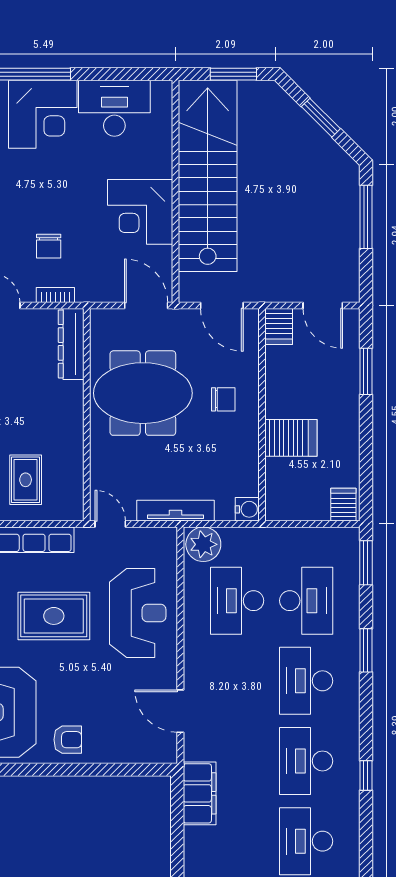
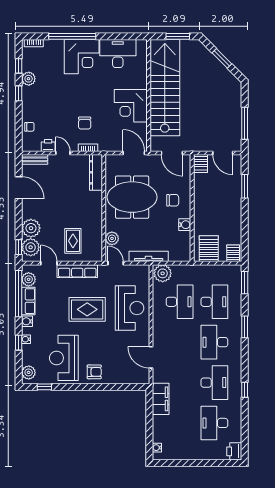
window: (366, 217) -> (245, 123), moved
server rack: (291, 438) -> (209, 249), moved, turned -90
plant: (103, 475) -> (112, 238), added
water cooler: (247, 509) -> (185, 225), moved
desk: (237, 601) -> (180, 302), turned 180
desk: (306, 761) -> (214, 383), turned 180

